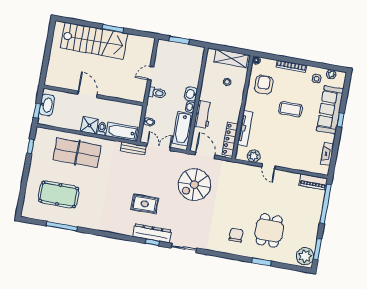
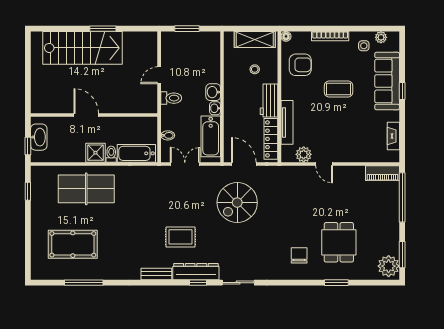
armchair: (264, 85) -> (300, 65), turned 90
workbench: (203, 114) -> (269, 101), moved, turned 180
bench: (133, 148) -> (156, 274), moved

